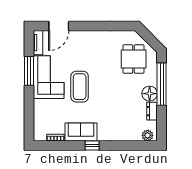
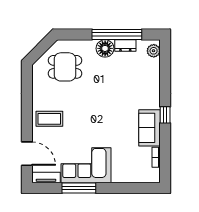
window: (162, 84) -> (117, 35), moved
coffee table: (80, 87) -> (49, 119), moved, width x0.73, depth x0.76

